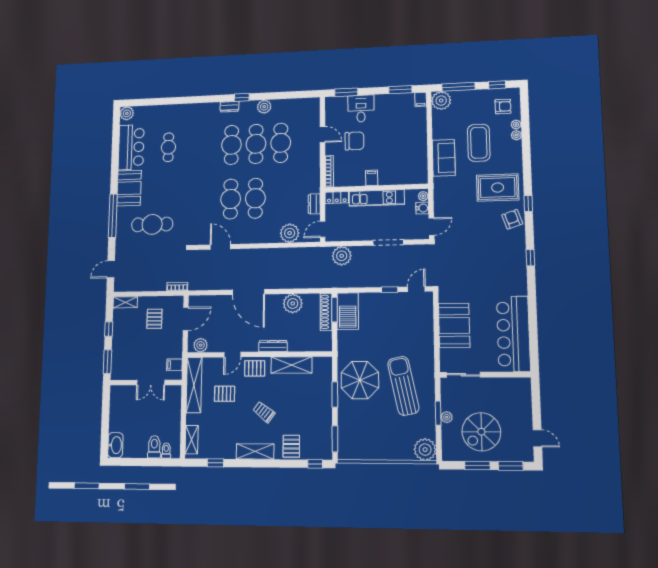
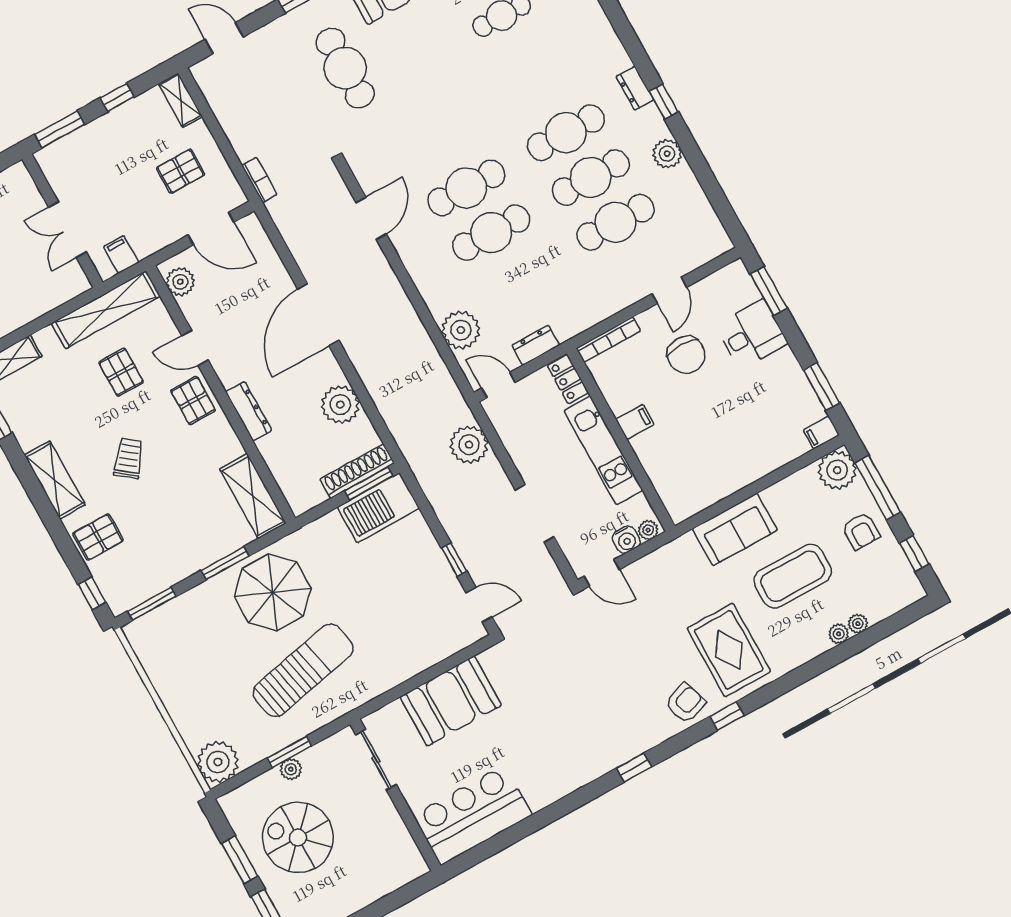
armchair: (503, 106) -> (861, 531), moved
bar counter: (513, 334) -> (472, 815), width x0.73
shelving: (291, 365) -> (253, 496), moved

